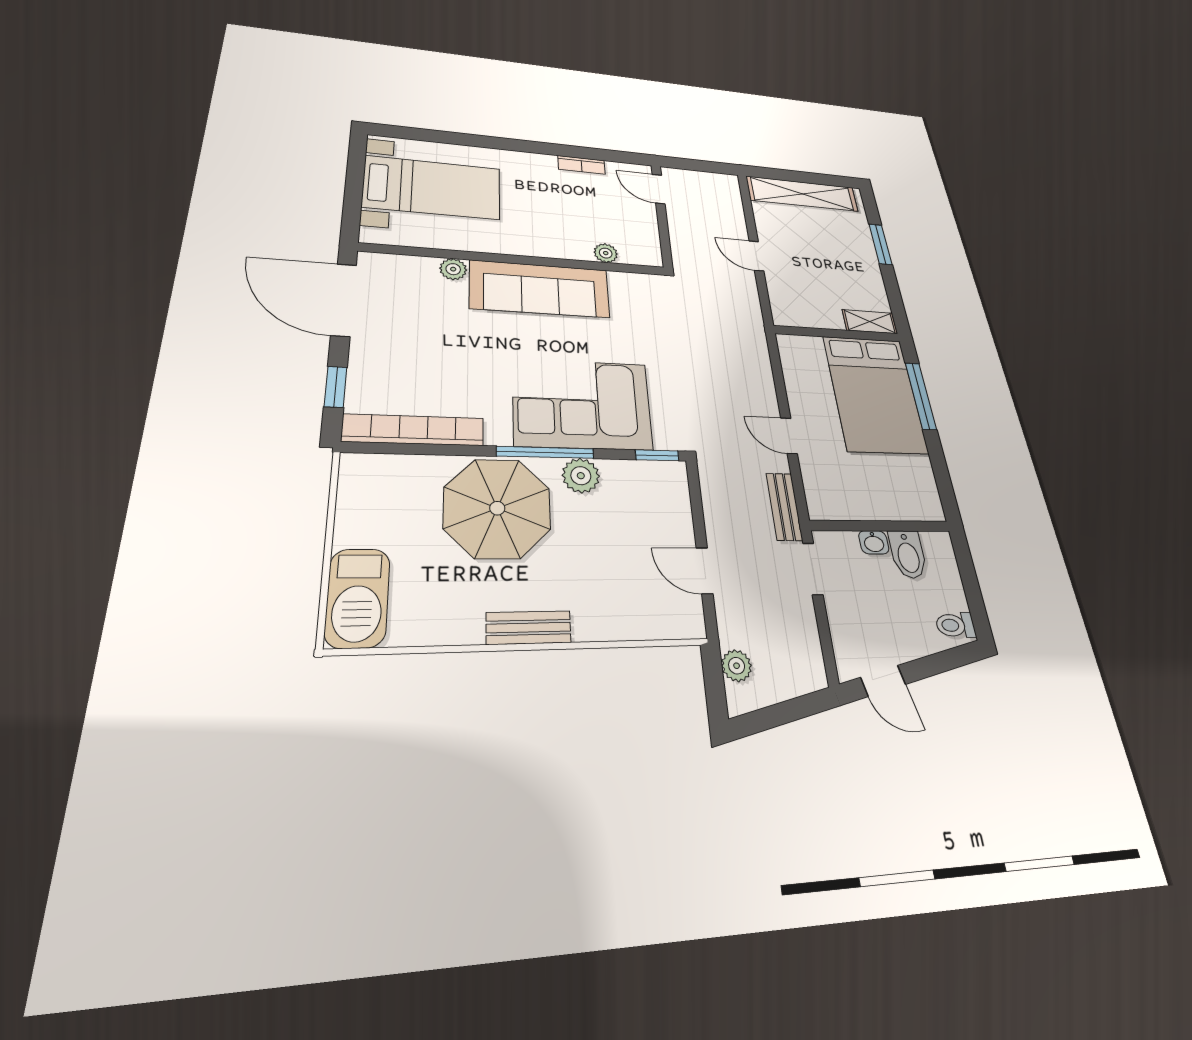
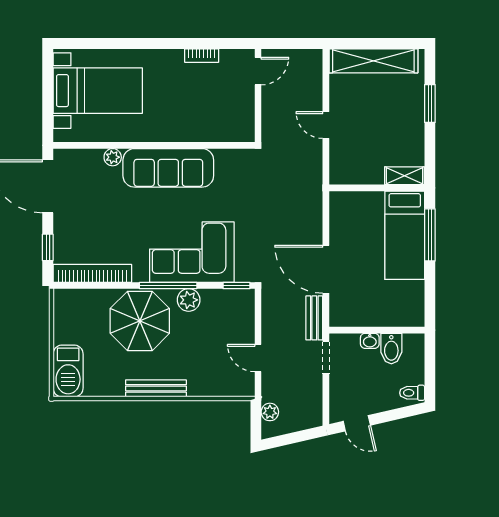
door: (659, 189) -> (258, 71), swing flipped
plant: (606, 253) -> (214, 134), removed
bed: (875, 394) -> (405, 235), width x0.67
door: (789, 436) -> (326, 269), width x1.87
bench: (529, 628) -> (156, 388), width x1.36

